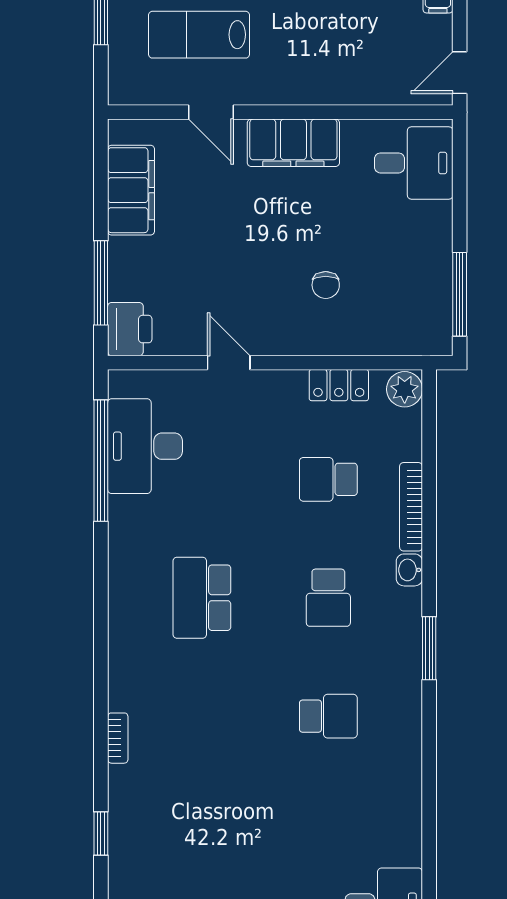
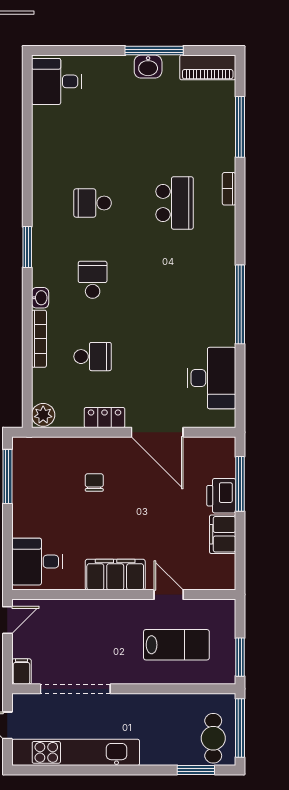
filing cabinet: (131, 190) -> (223, 534), width x0.67, depth x0.86
printer: (130, 329) -> (221, 496), moved
door: (229, 363) -> (157, 432), width x1.87
locker: (339, 385) -> (105, 418), moved
window: (101, 461) -> (240, 304), moved
school desk: (202, 598) -> (175, 203), moved
window: (101, 833) -> (240, 127), width x2.17

